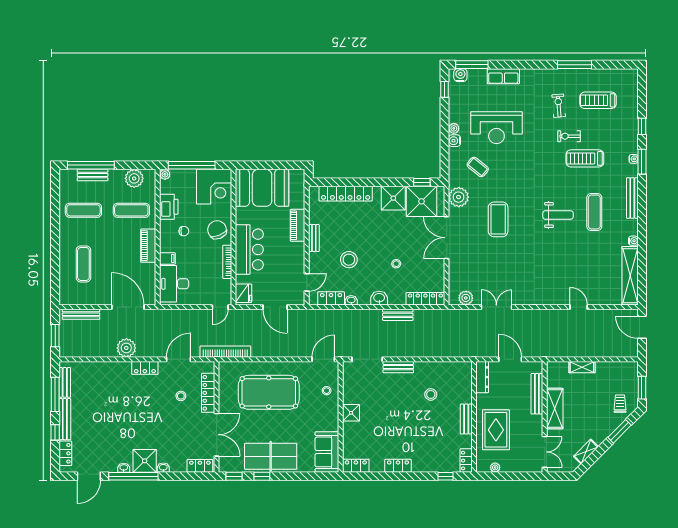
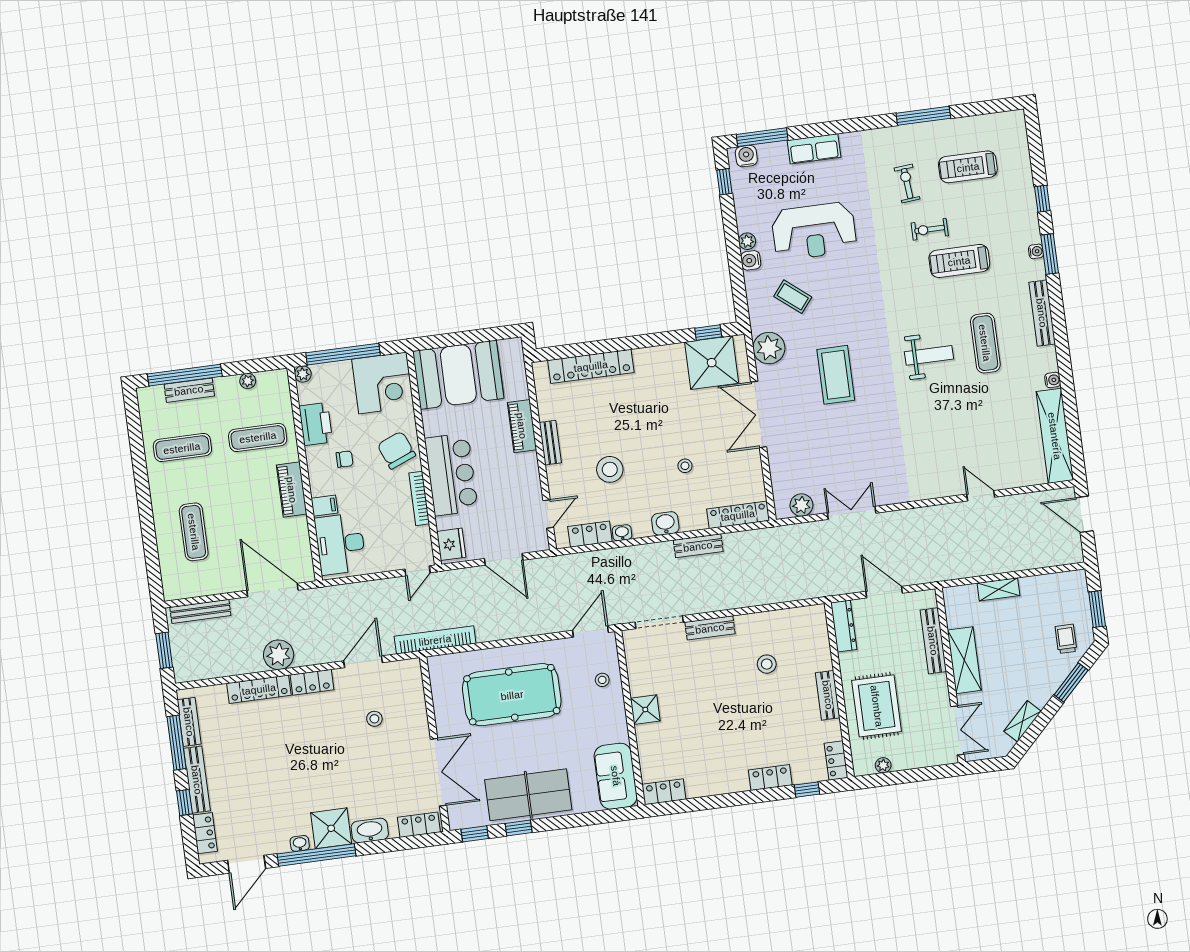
plant: (134, 178) -> (248, 381), width x0.53, depth x0.53
shower: (393, 198) -> (667, 363), removed
locker: (208, 393) -> (259, 689), moved, turned -90
locker: (398, 466) -> (770, 778), moved
washbasin: (163, 468) -> (370, 830), width x1.91, depth x1.45

